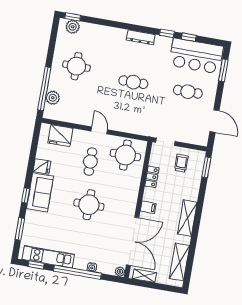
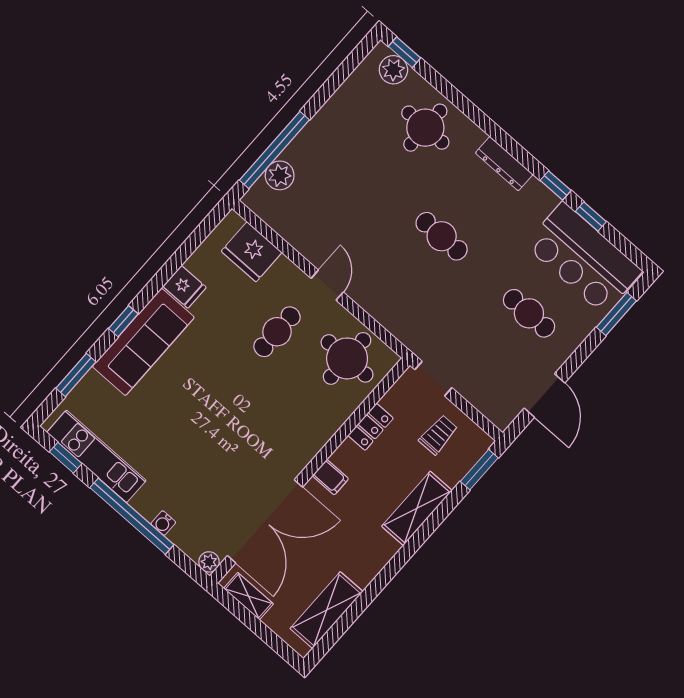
round table: (76, 66) -> (425, 128), moved
sofa: (40, 192) -> (143, 342), width x1.36
round table: (89, 205) -> (227, 407), removed
shelving: (187, 218) -> (417, 508), moved

